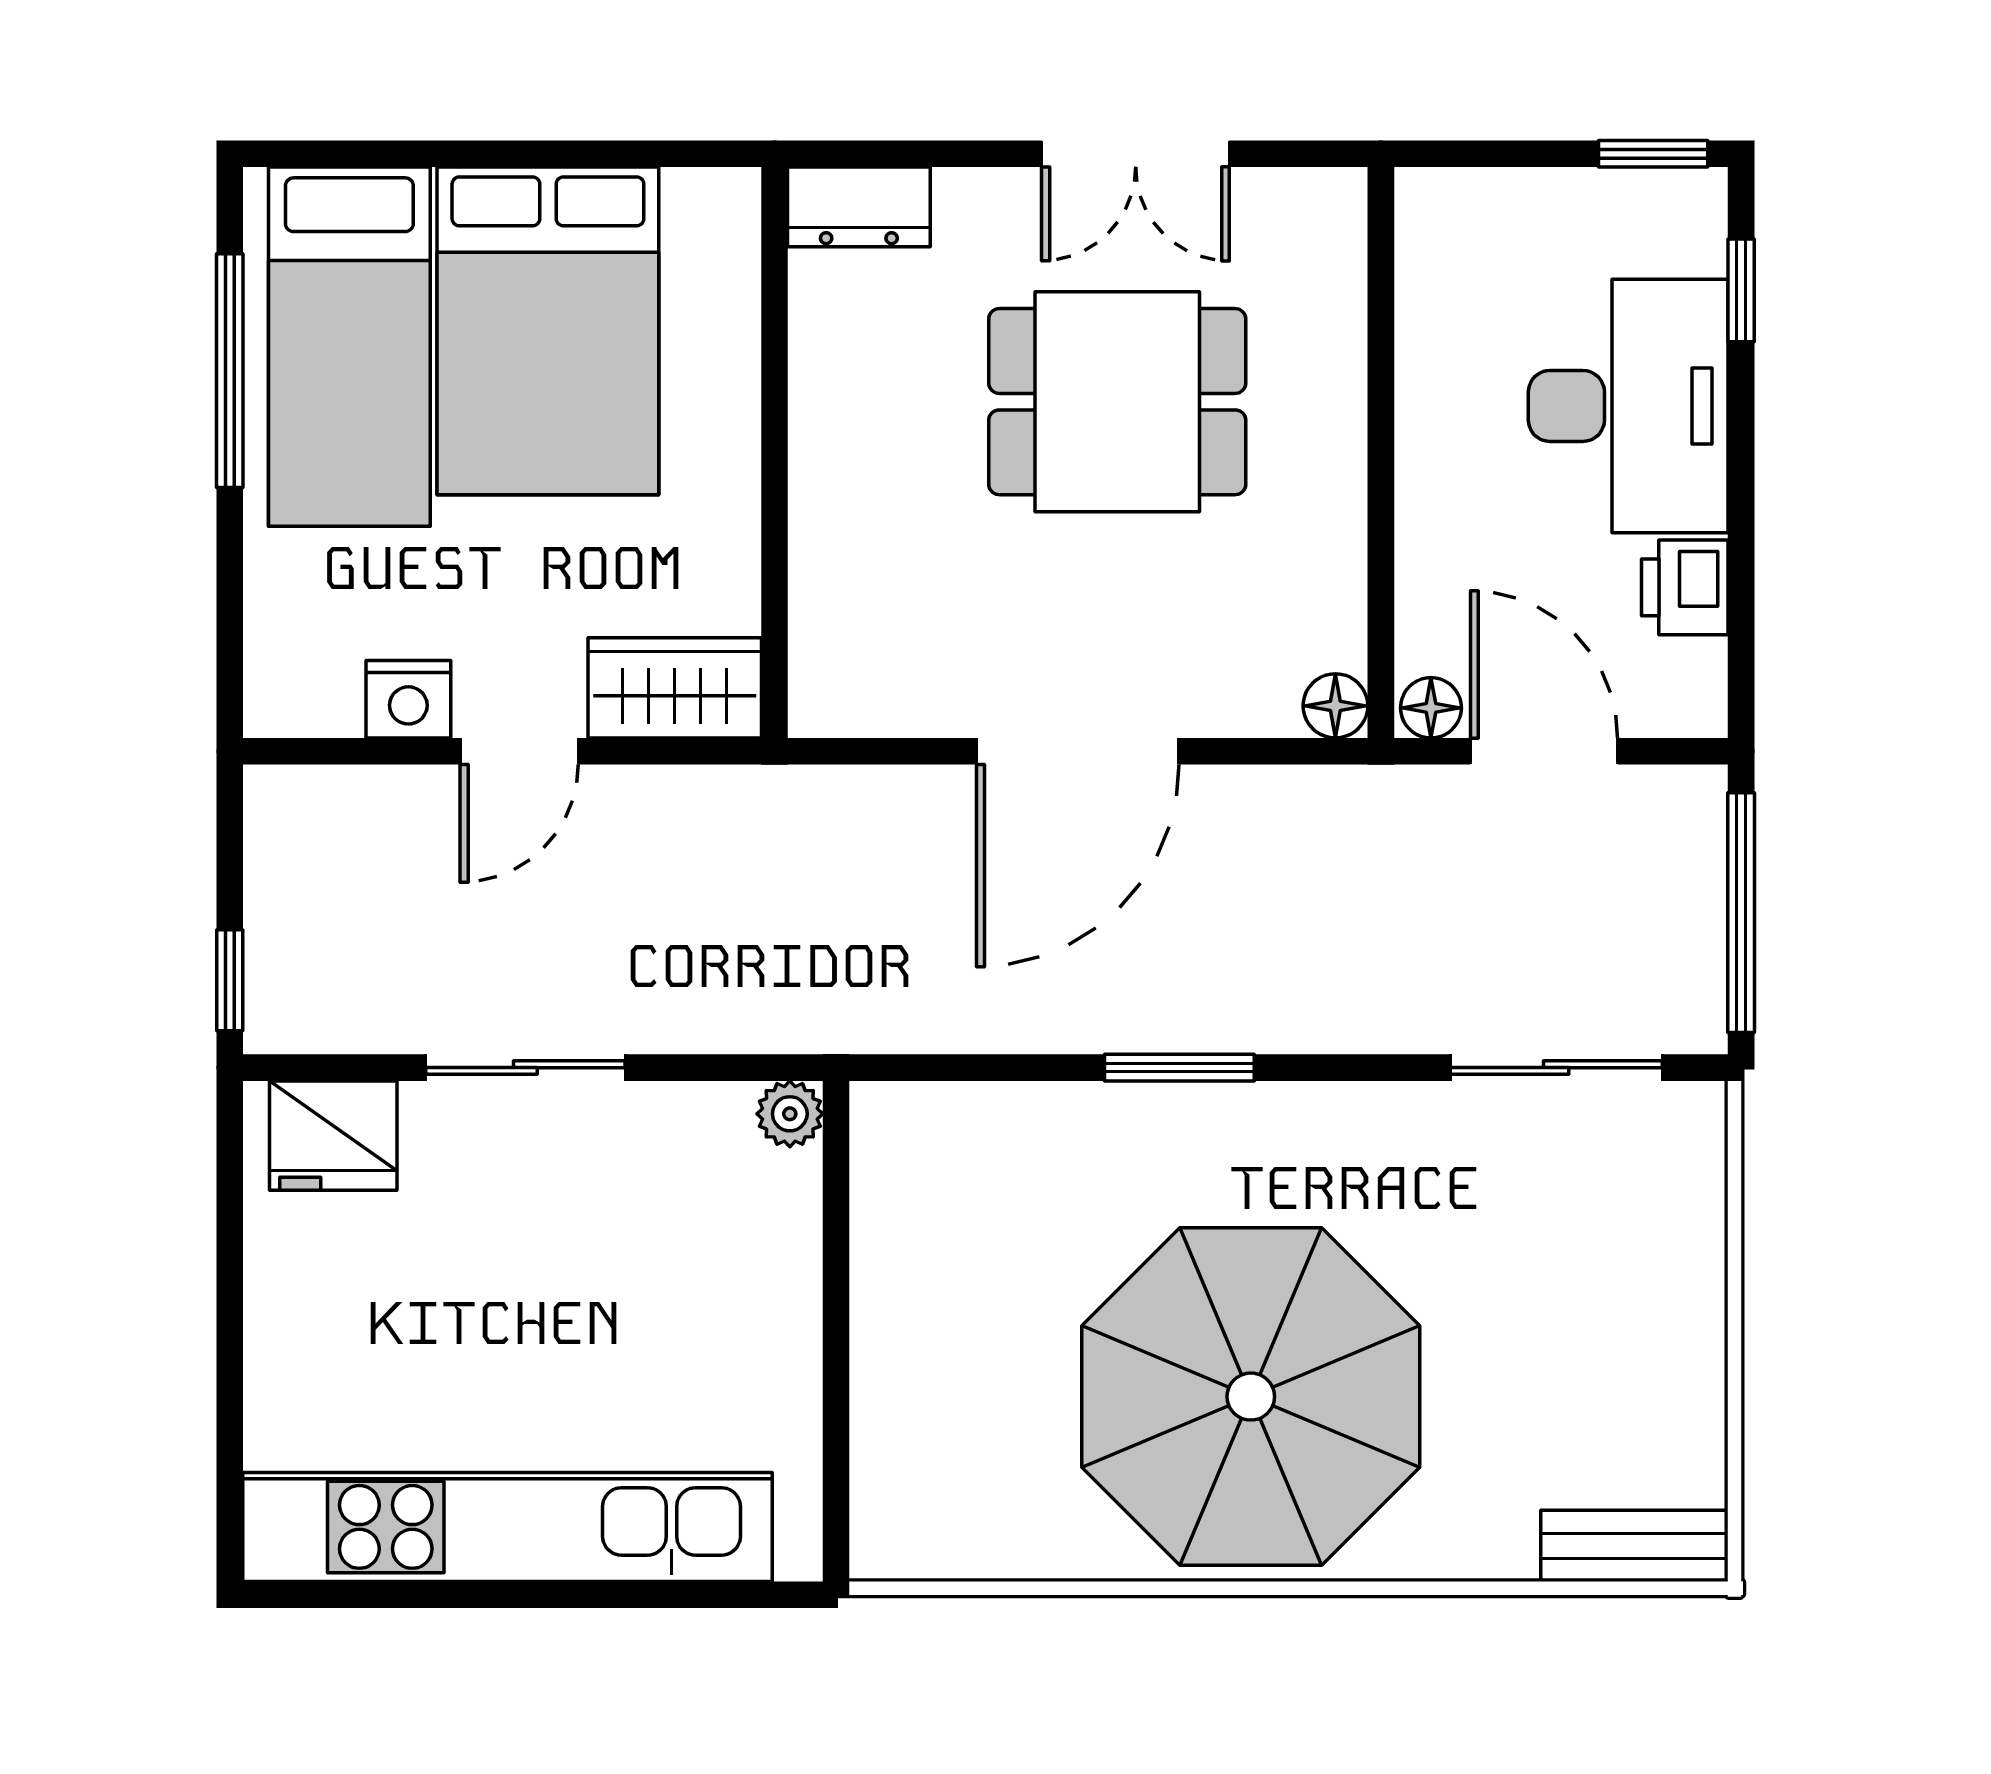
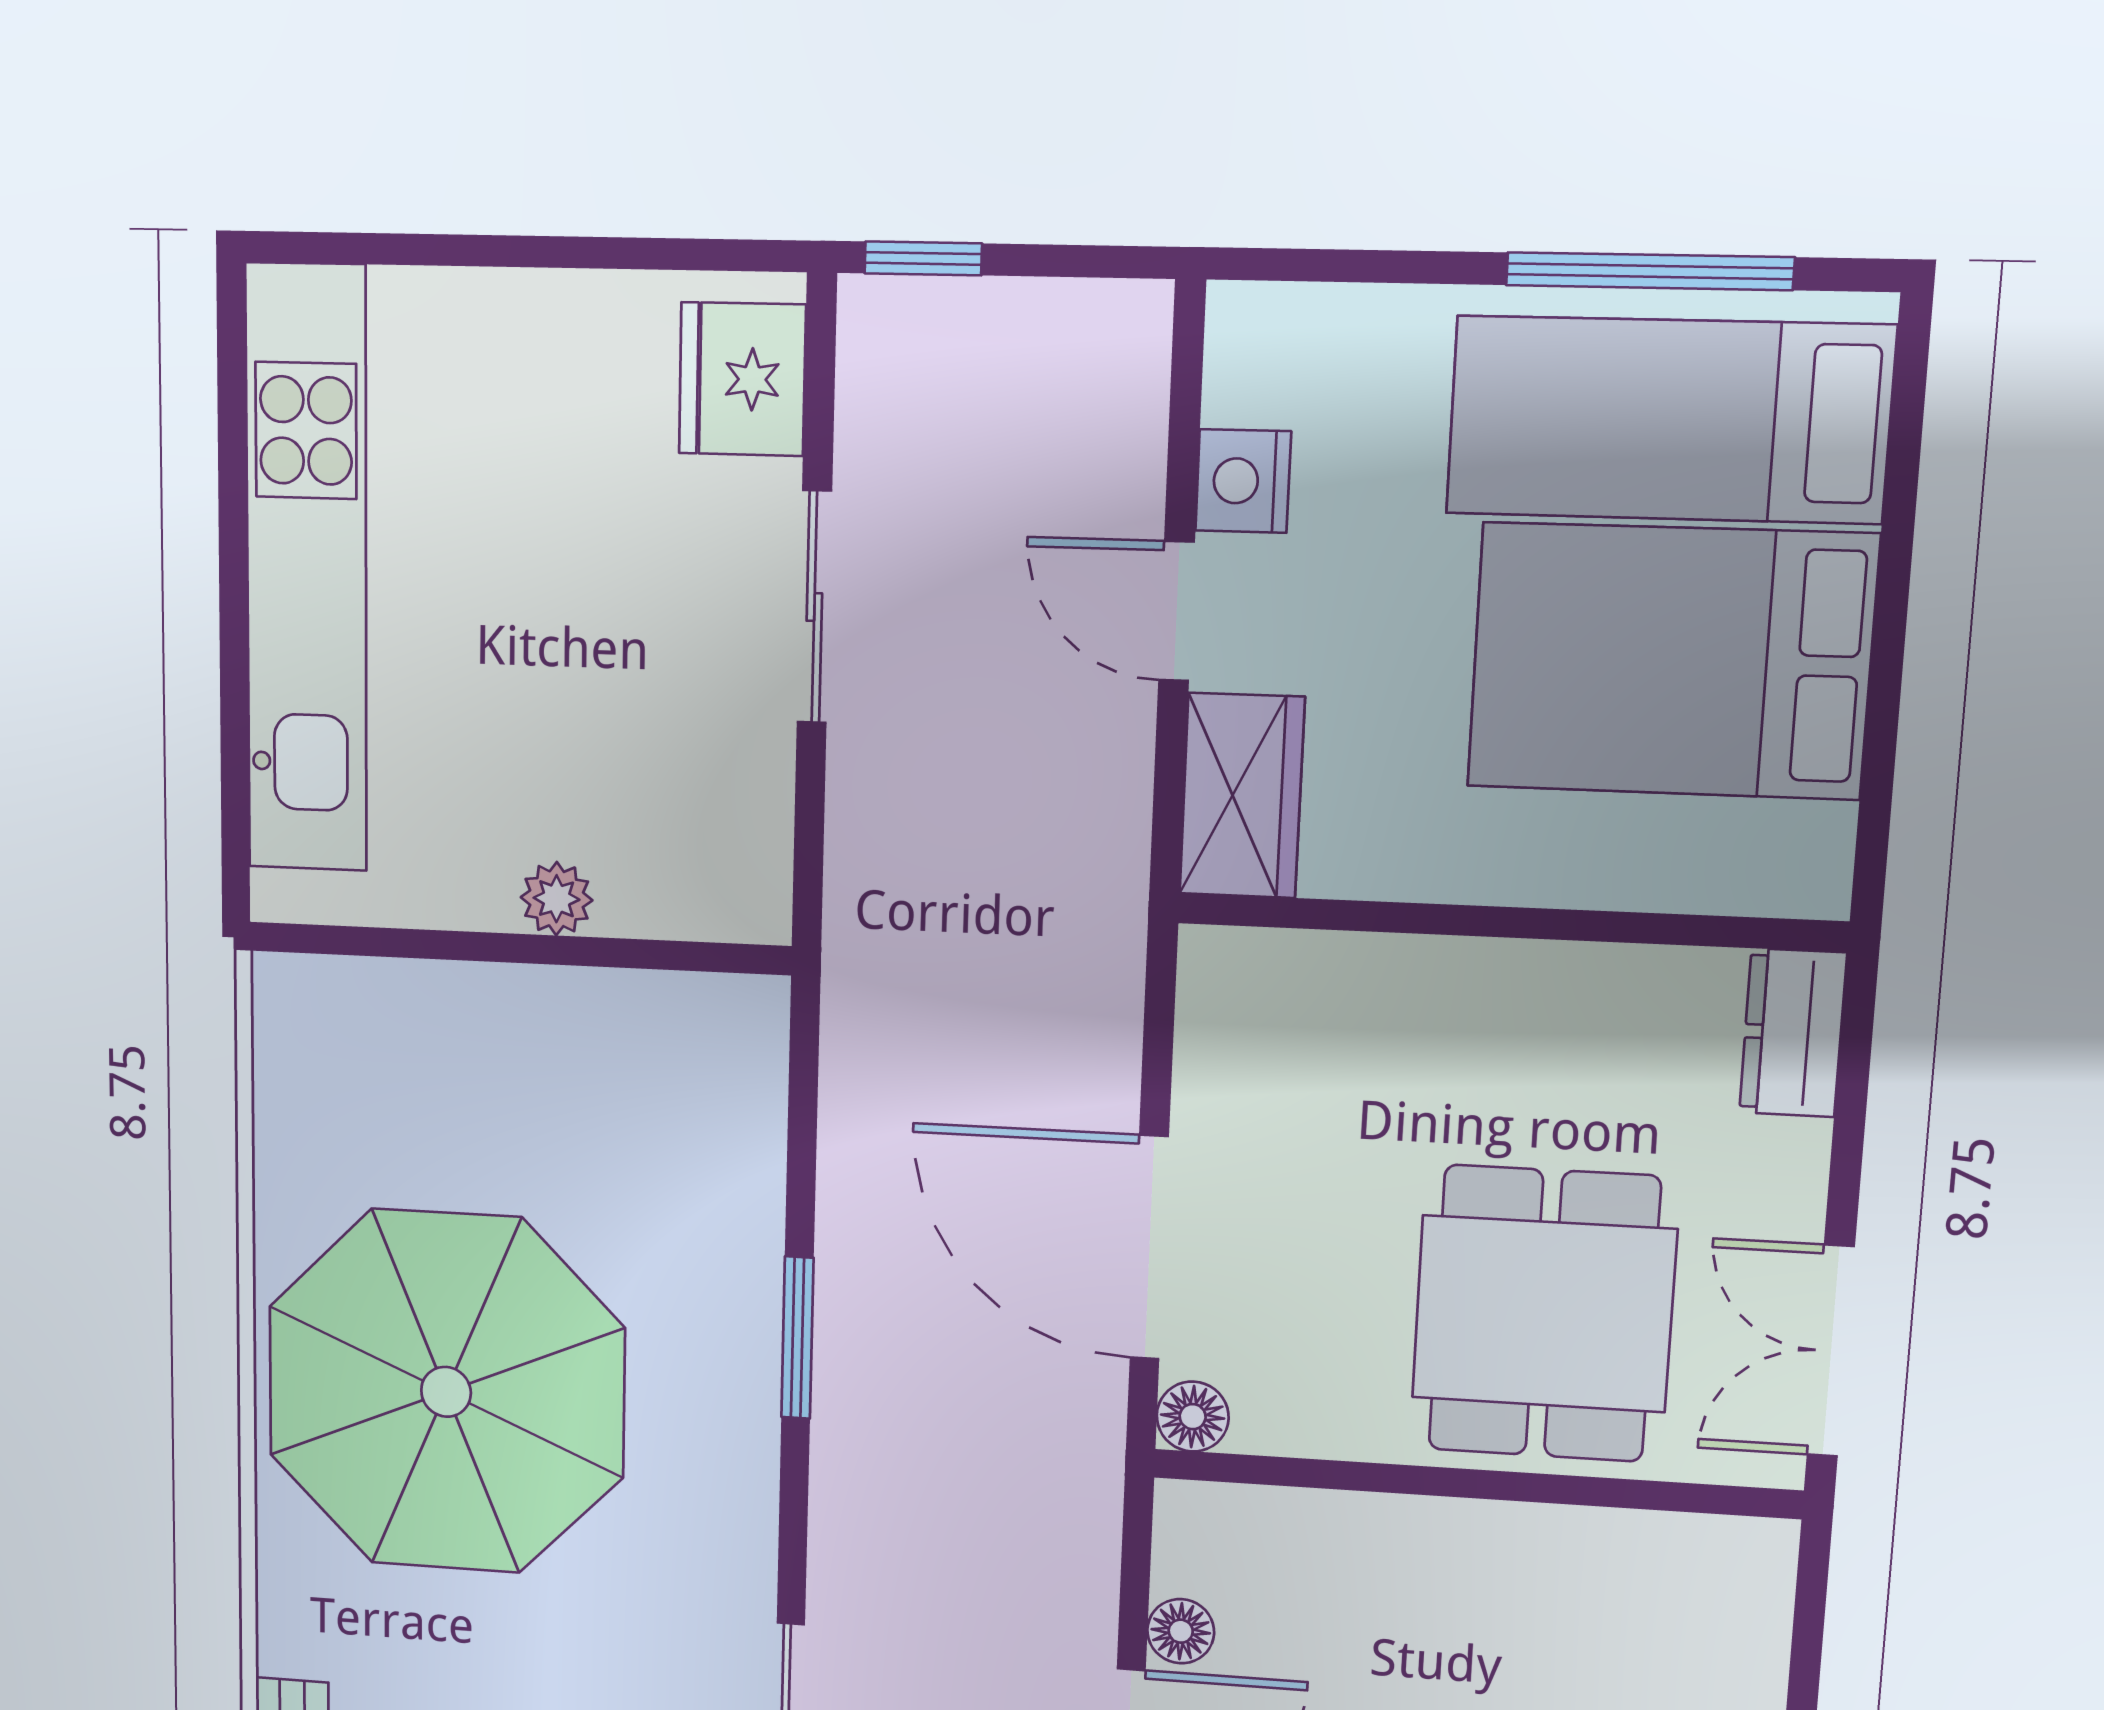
wall: (1381, 453) -> (1475, 1484), moved
floor lamp: (1335, 706) -> (1193, 1417), moved
plant: (790, 1114) -> (557, 899), moved

